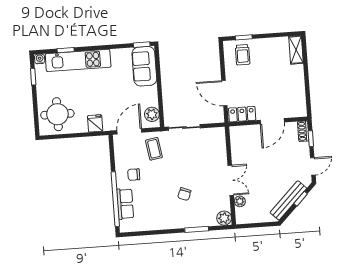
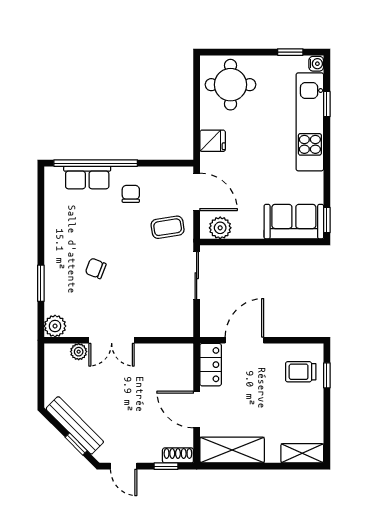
shelving: (297, 96) -> (232, 450), added

